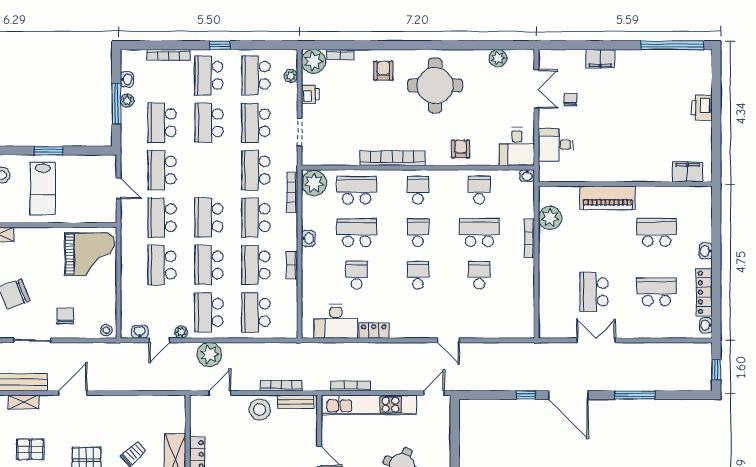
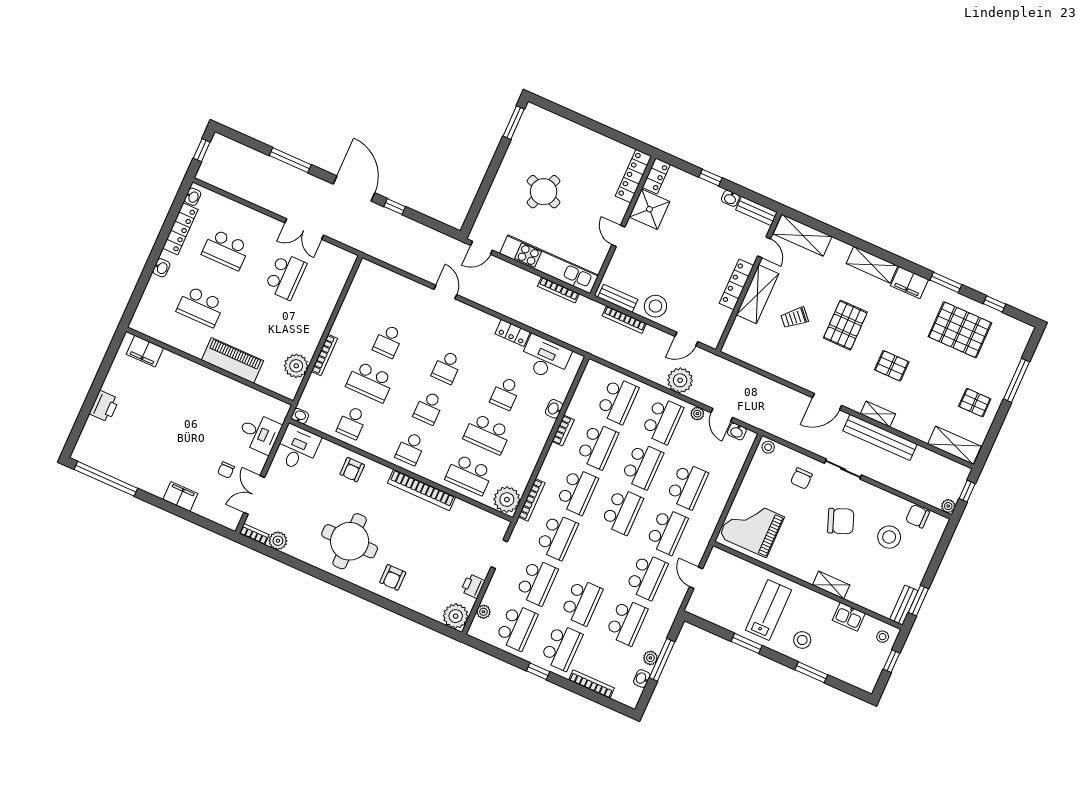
bookcase: (340, 55) -> (254, 534), moved
washbasin: (308, 238) -> (554, 409), moved
door: (159, 340) -> (722, 415), swing flipped

